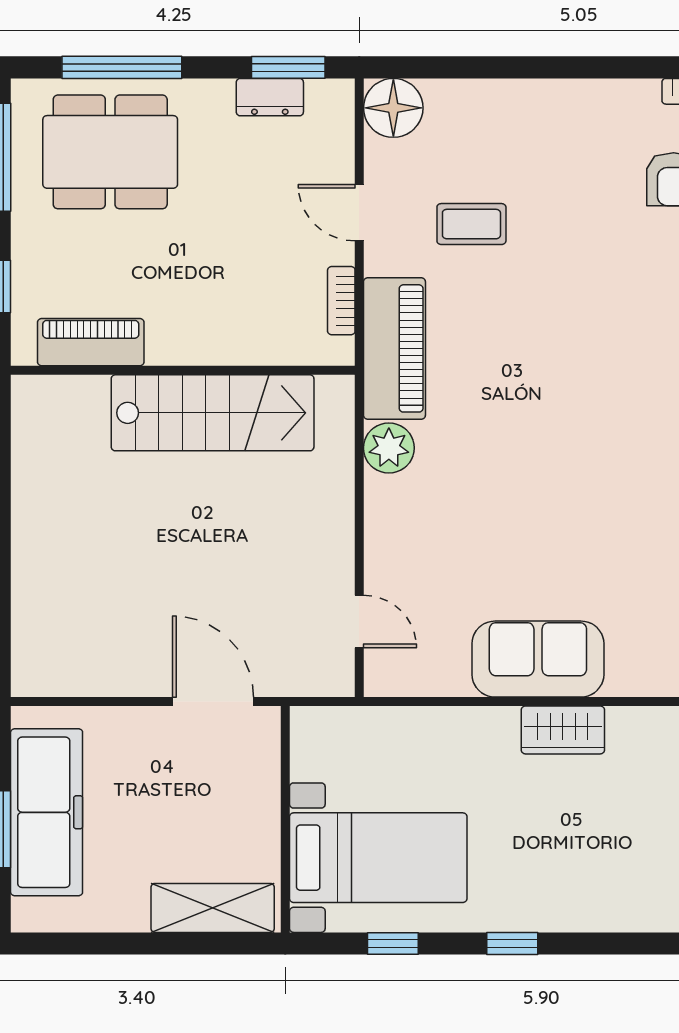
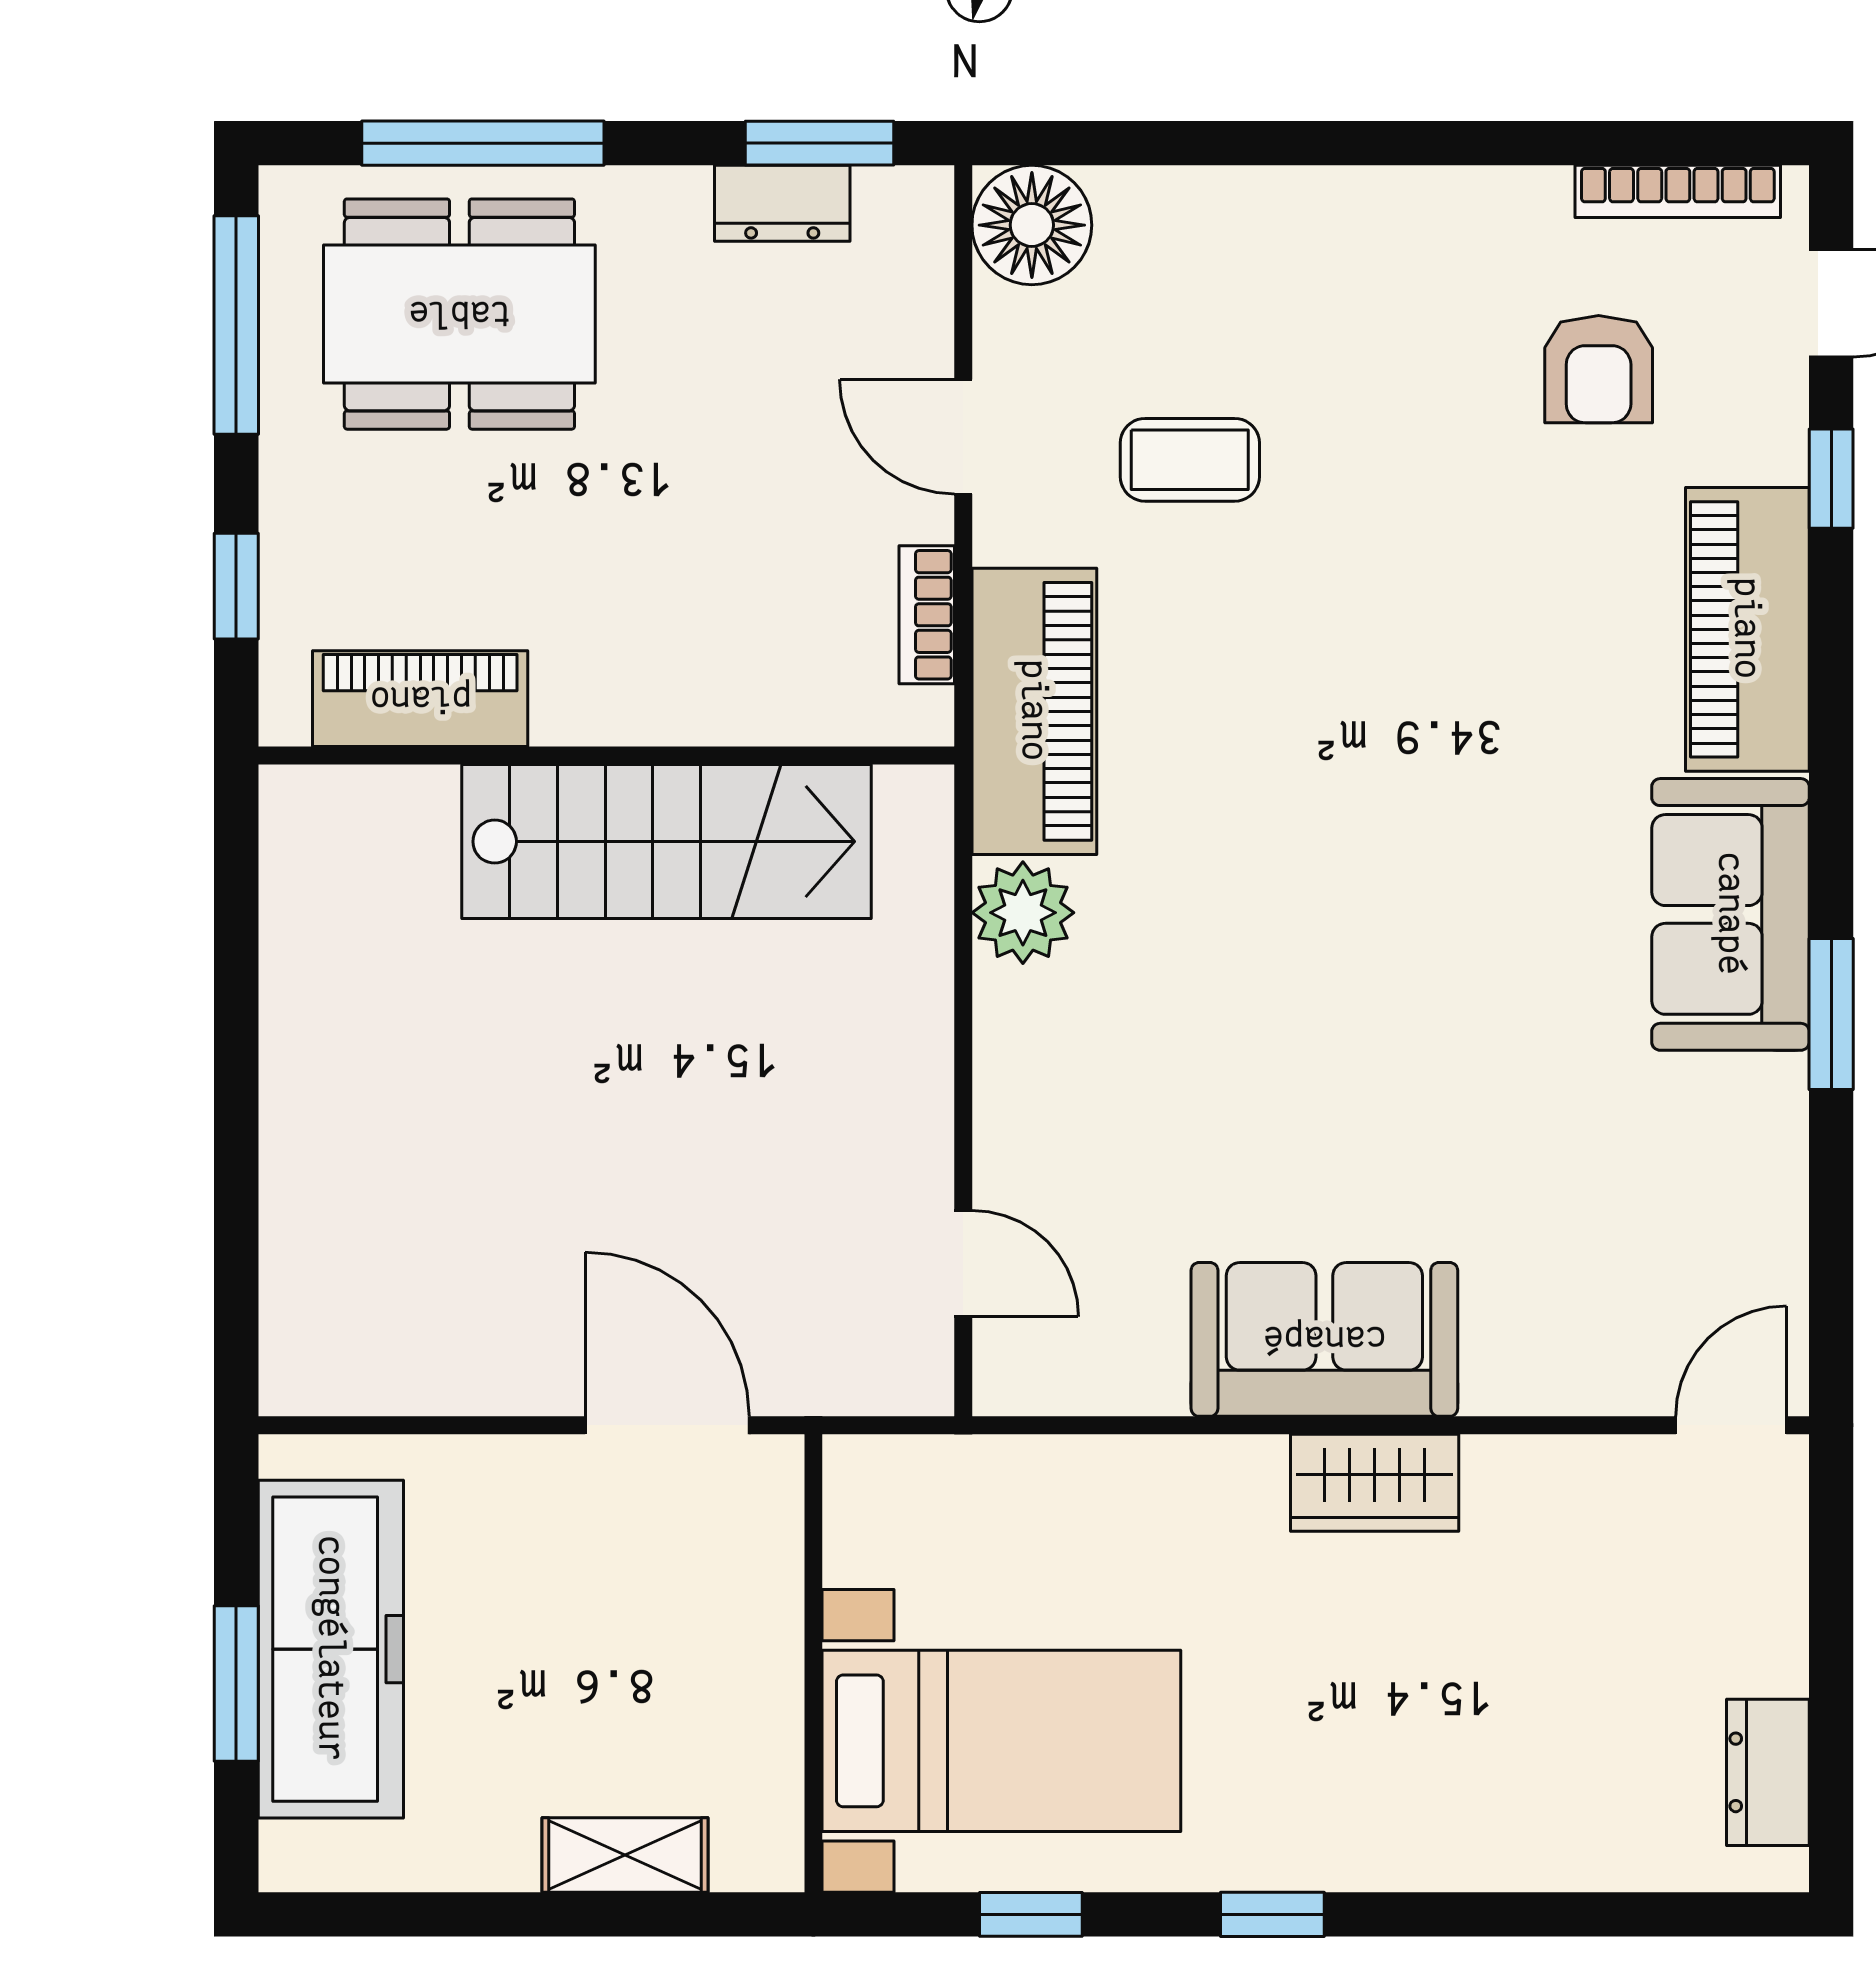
shelving: (213, 908) -> (625, 1855), width x0.67, depth x0.75

